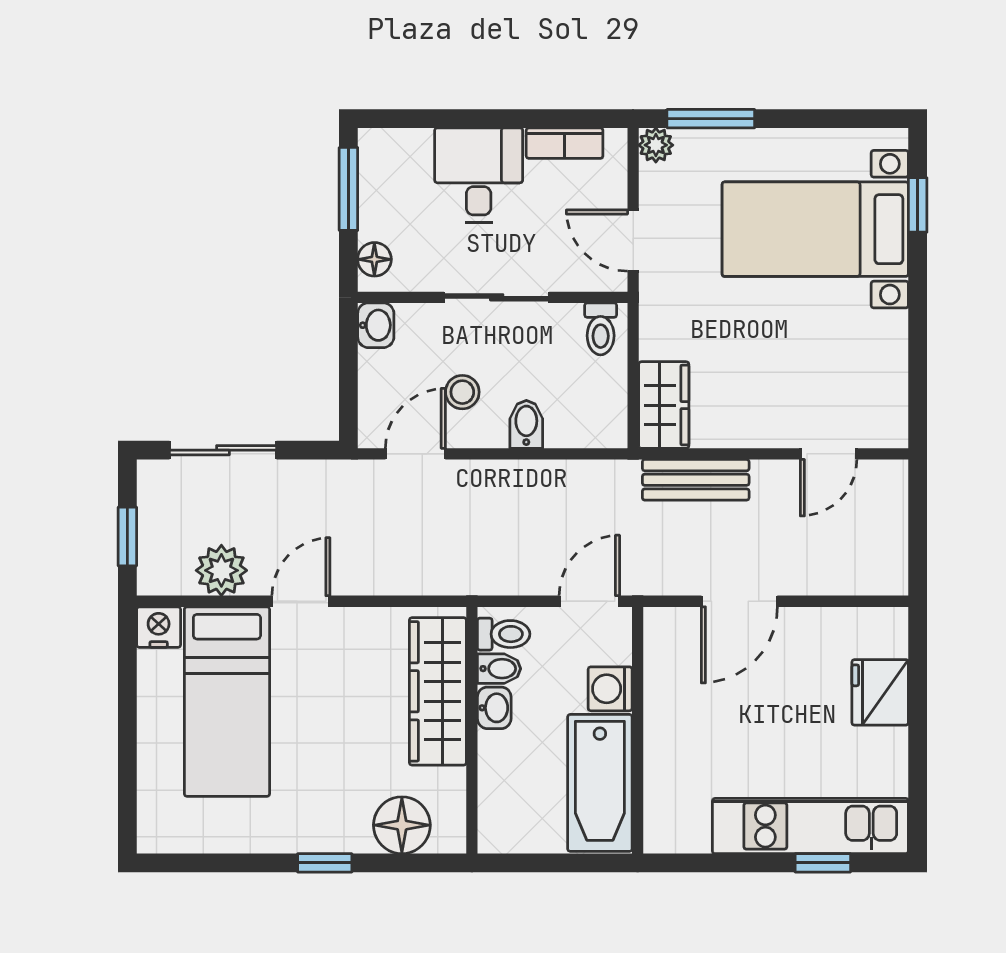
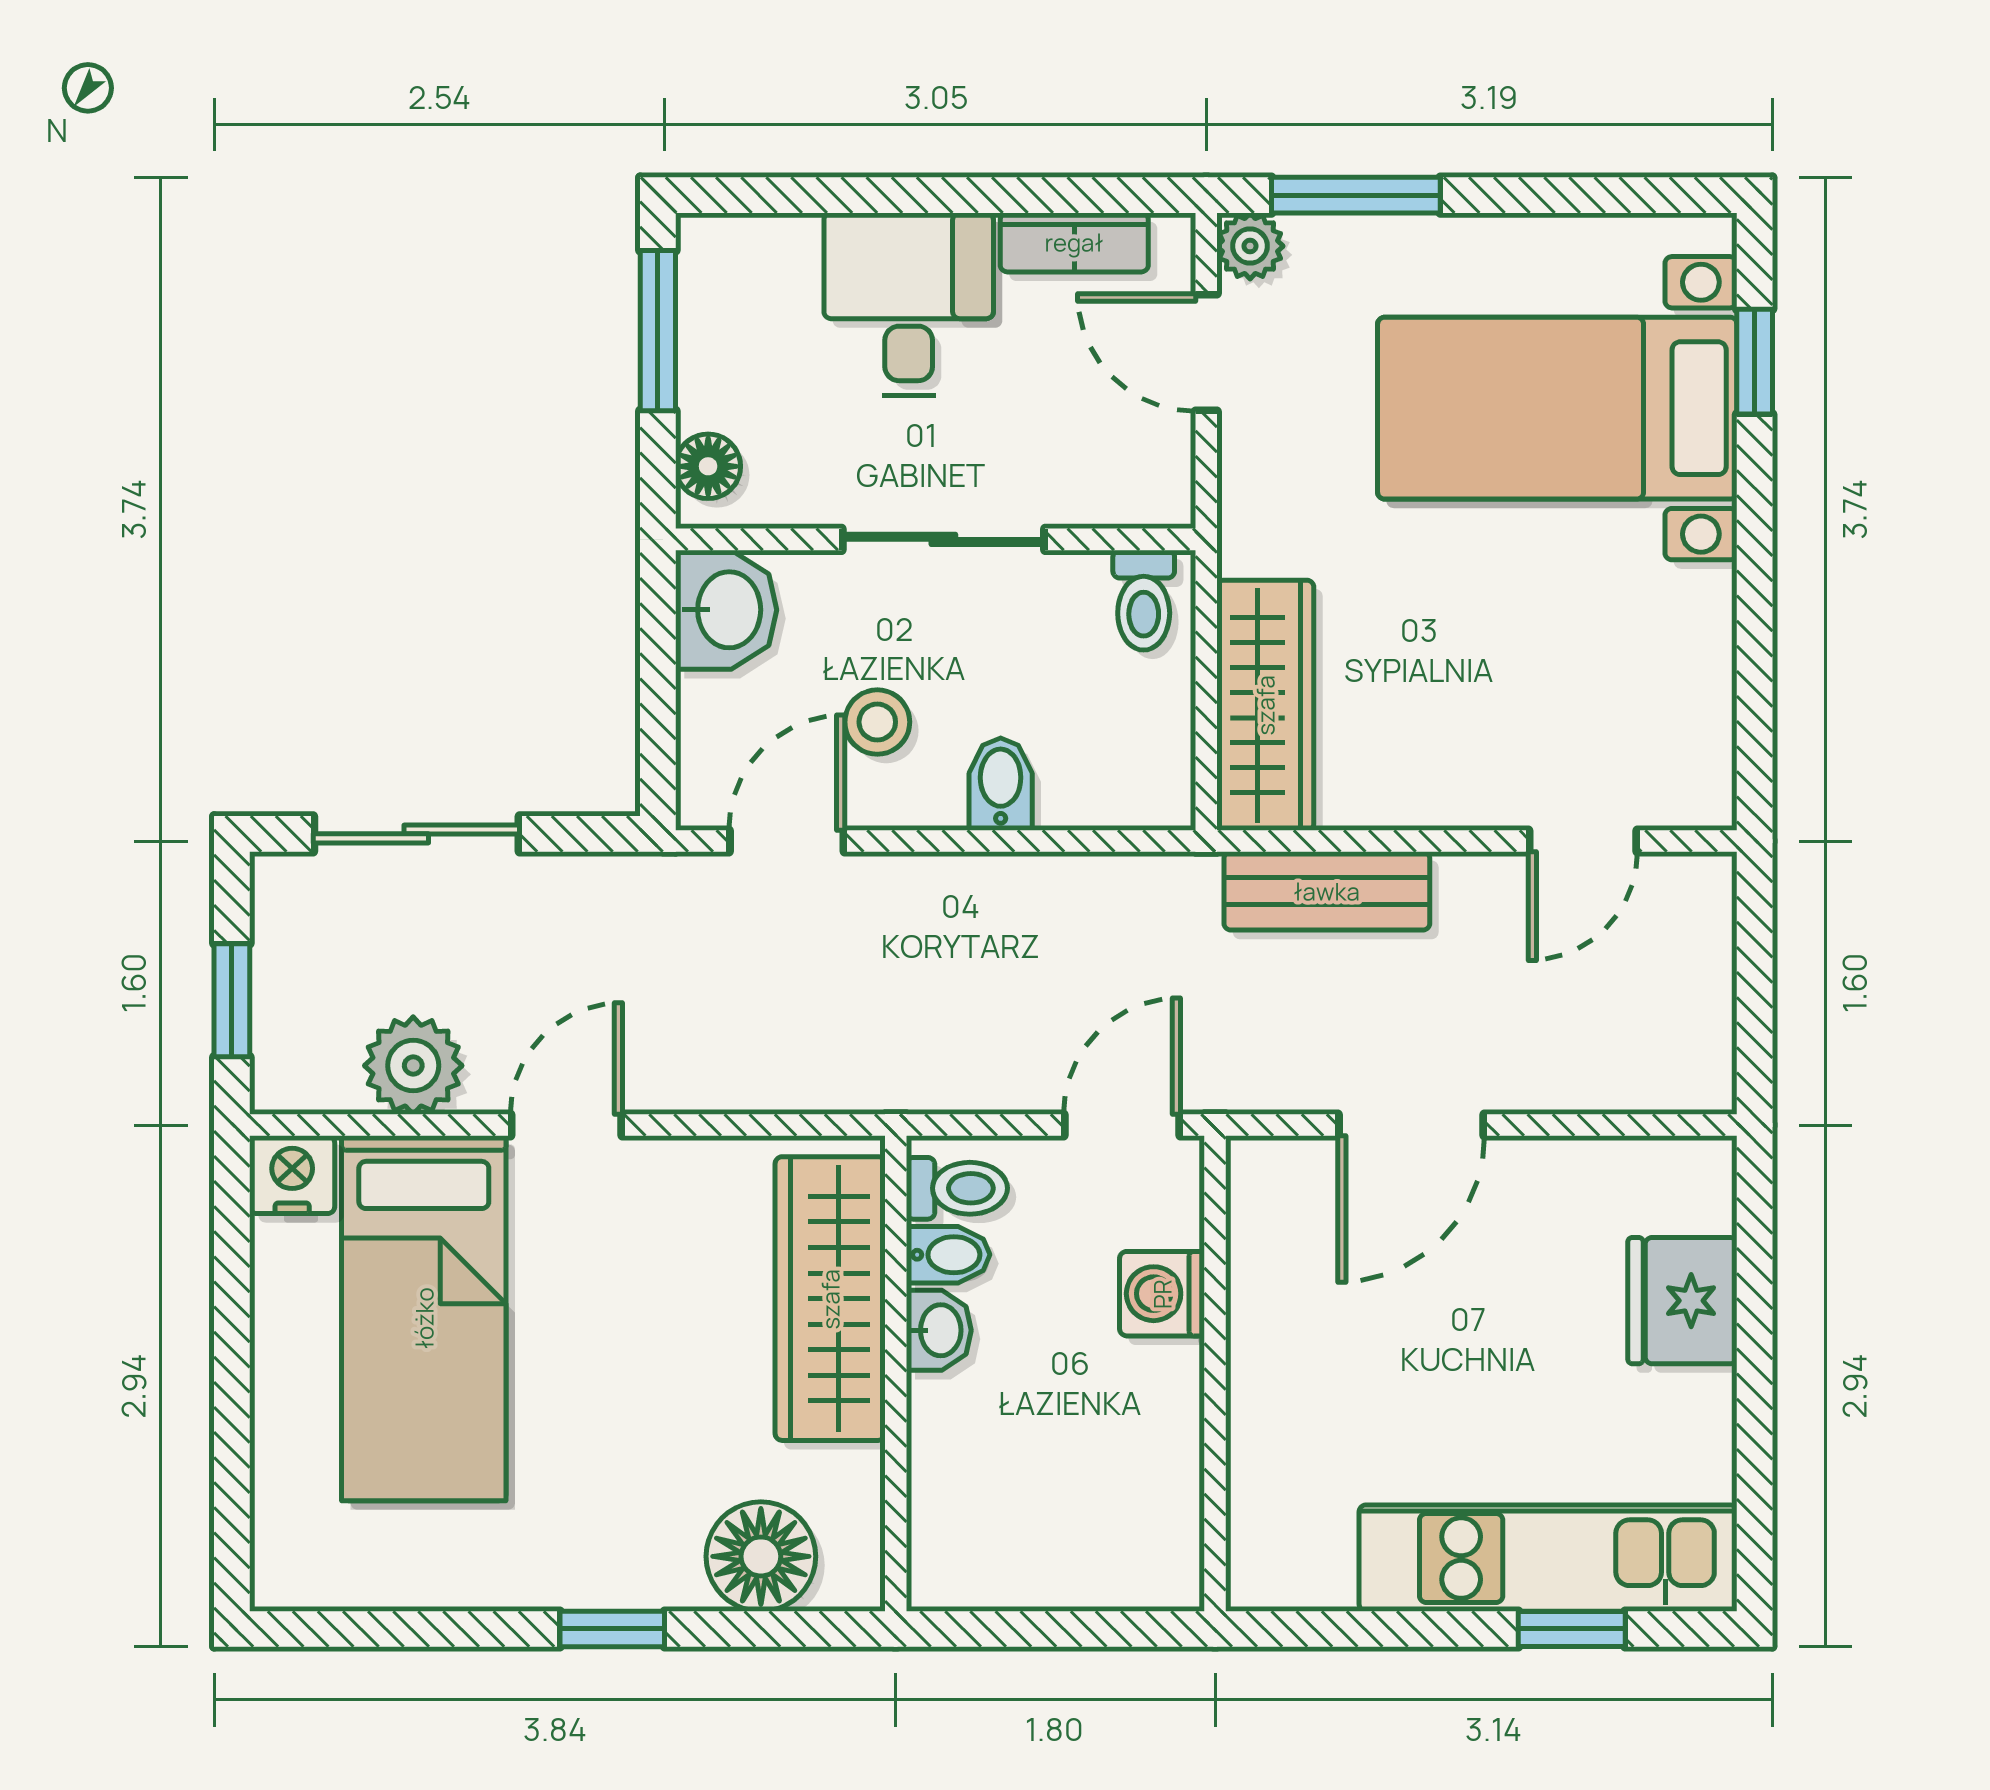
door: (633, 241) -> (1206, 352), moved
washbasin: (376, 325) -> (726, 610), width x1.38, depth x1.45
wardrobe: (664, 405) -> (1265, 705), width x1.50
bathtub: (600, 783) -> (1142, 1475), removed

